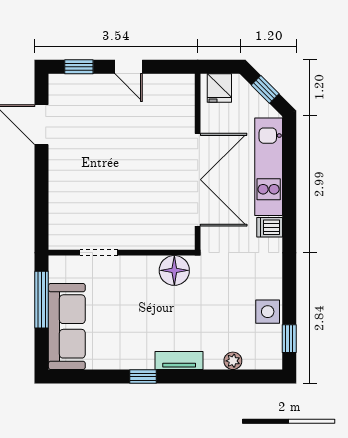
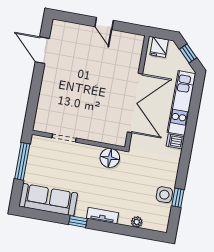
window: (79, 67) -> (73, 18), removed
sofa: (67, 326) -> (48, 200), moved, turned -90
window: (289, 339) -> (178, 198), moved

